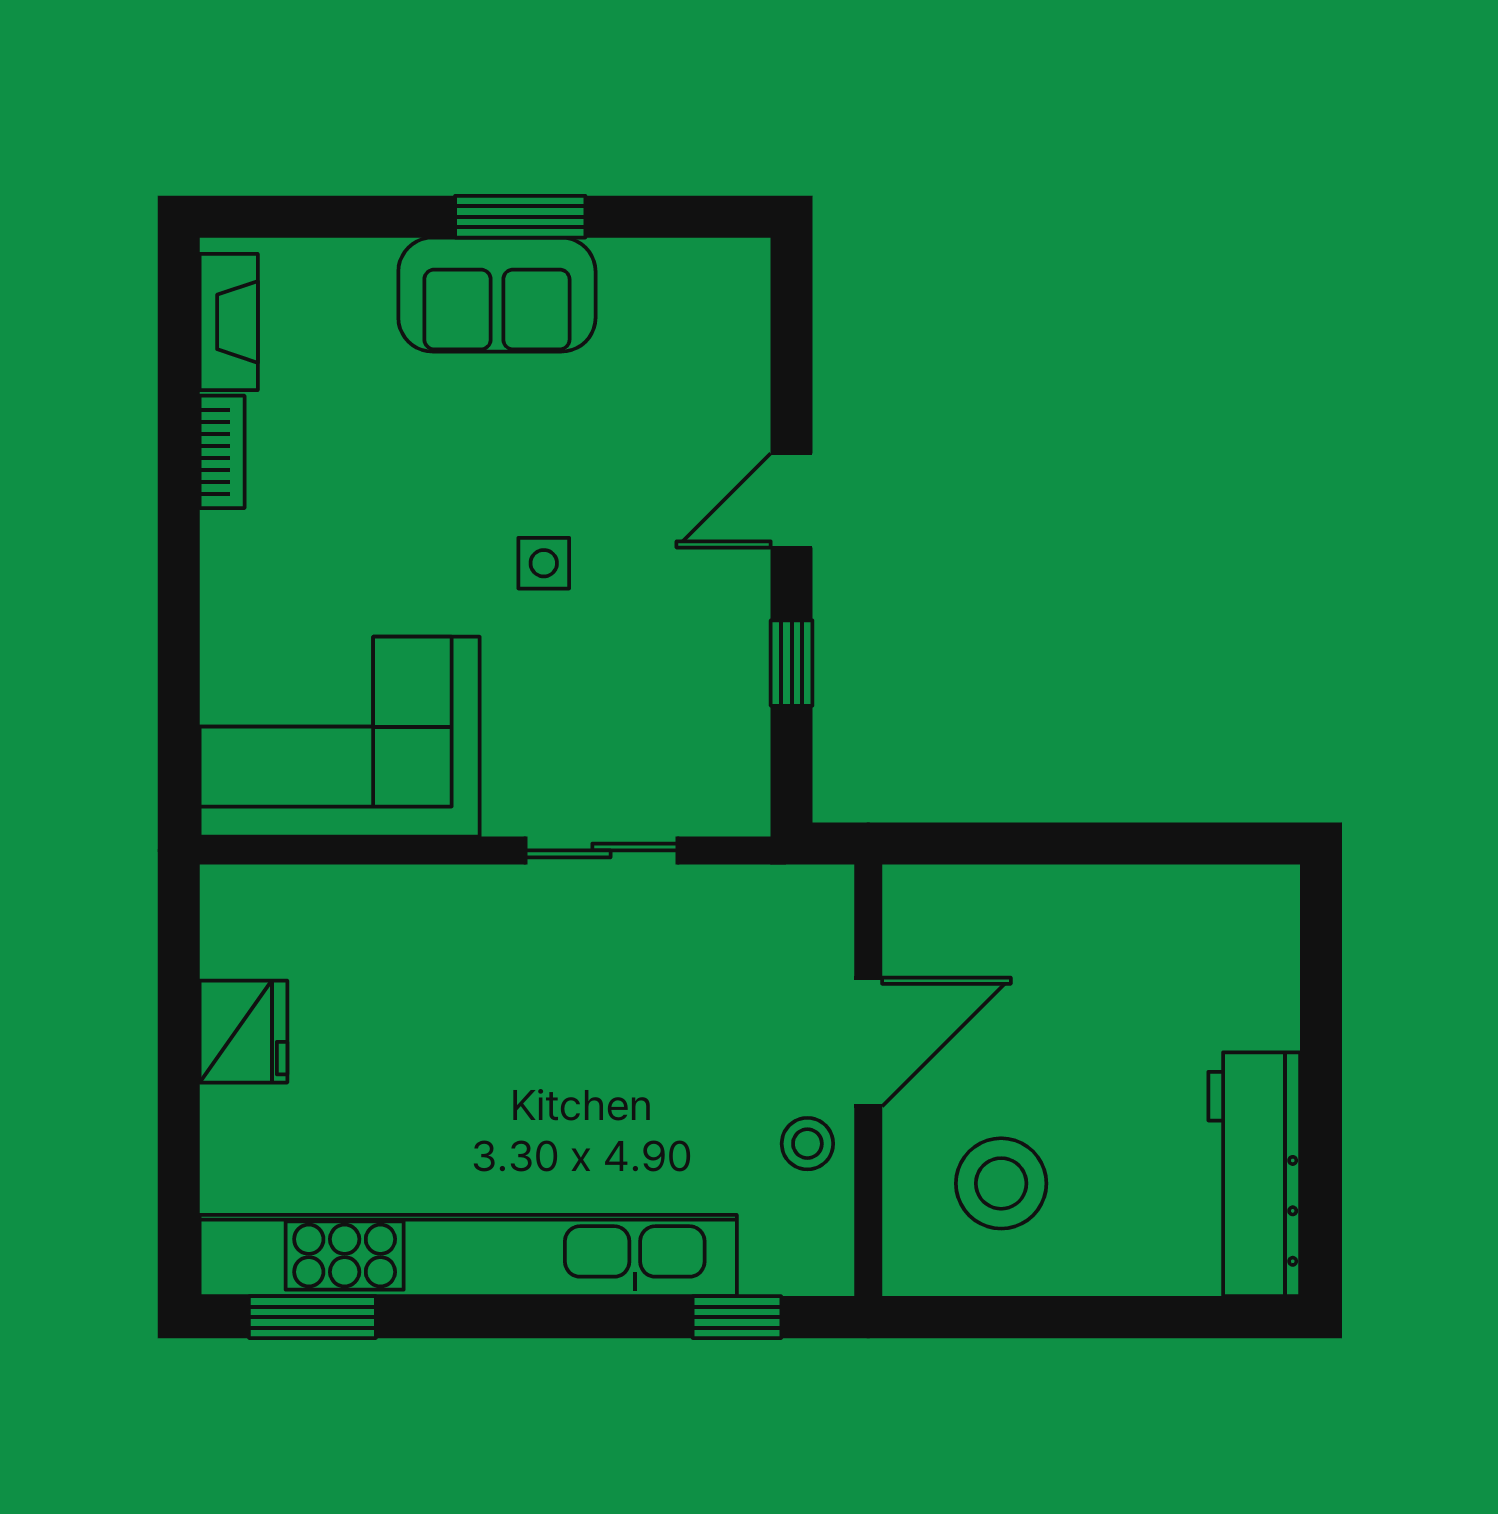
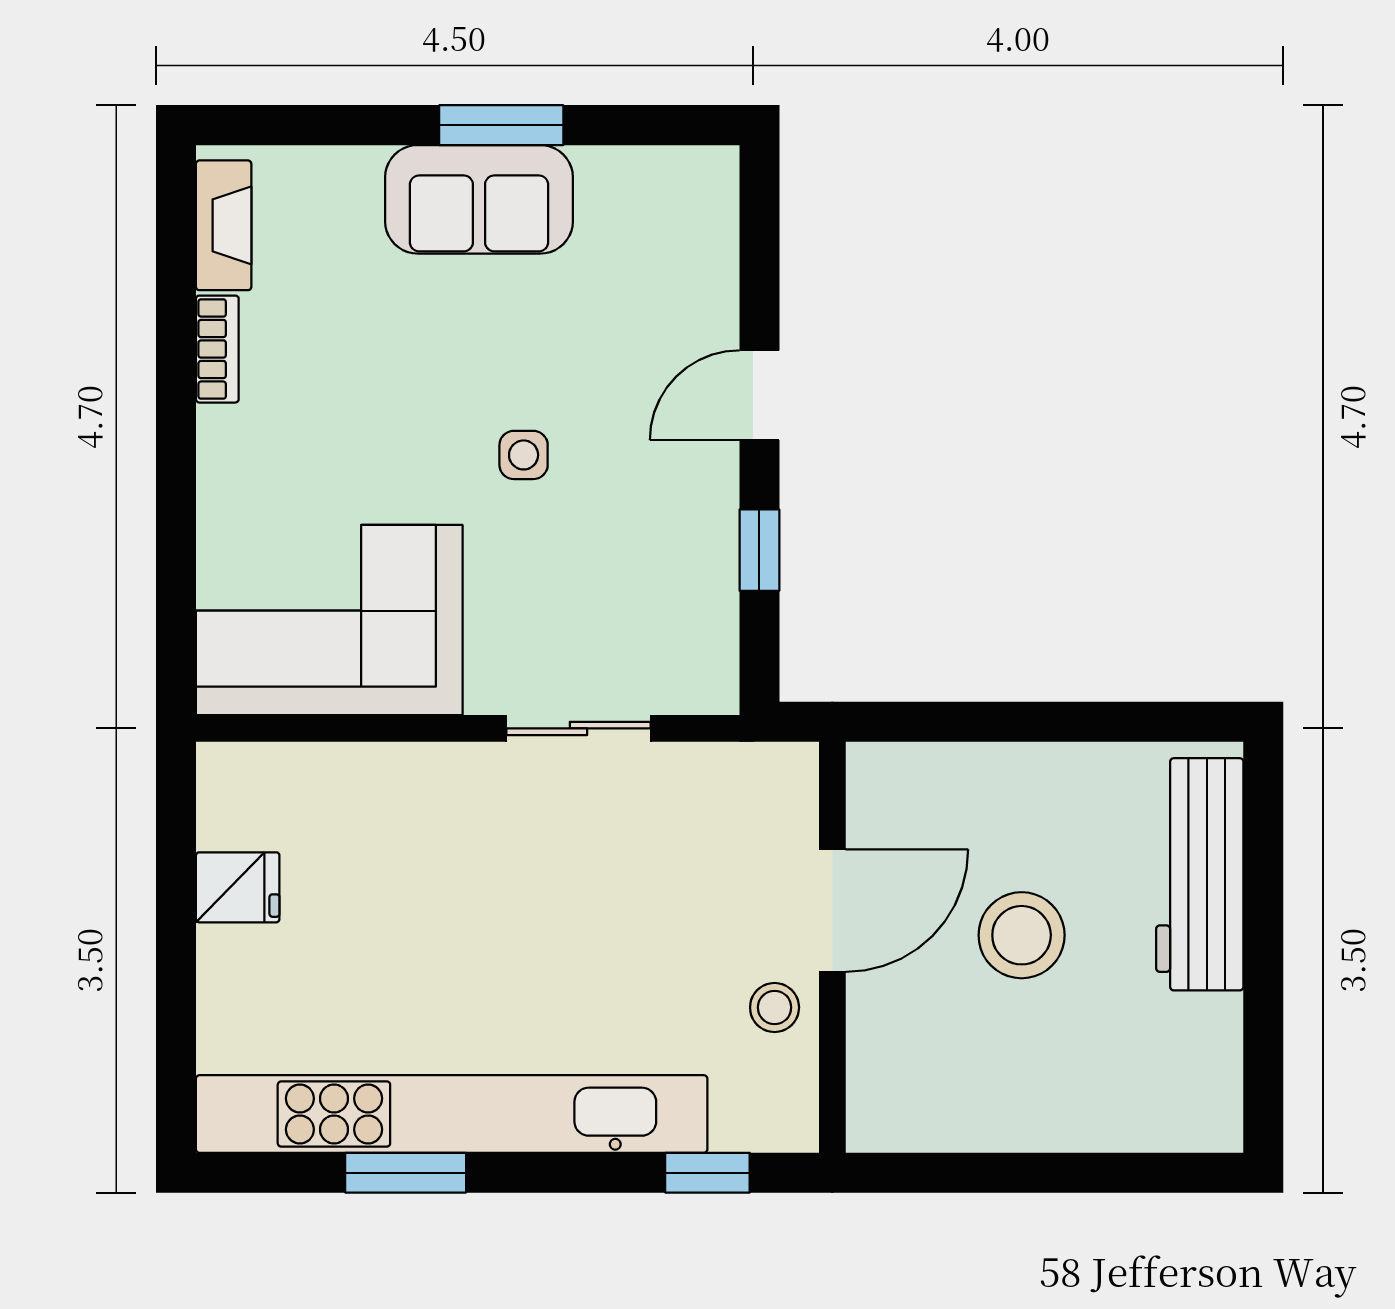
fridge: (243, 1032) -> (238, 887), width x0.72
workbench: (1254, 1174) -> (1200, 874), moved
stool: (1001, 1183) -> (1022, 935), moved
window: (312, 1317) -> (406, 1173), moved

